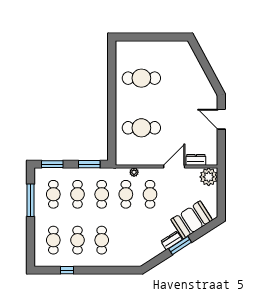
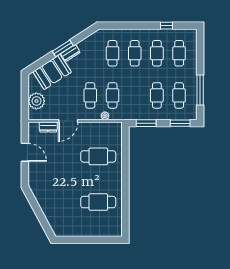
door: (221, 119) -> (25, 152), moved
plant: (209, 177) -> (36, 101), moved
cafe table: (102, 194) -> (112, 53), moved

